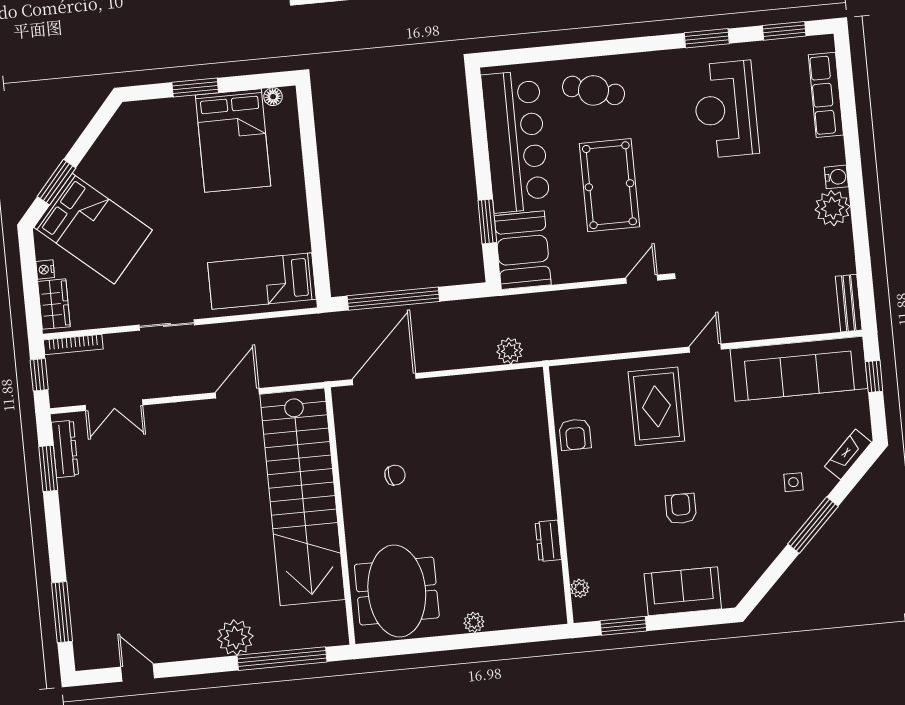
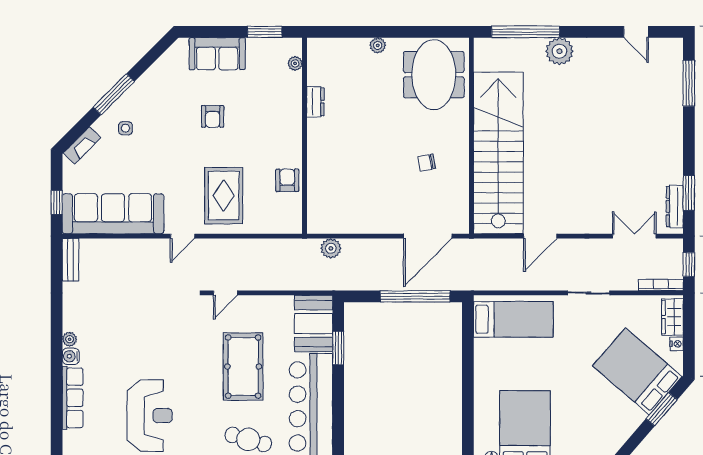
row of seats: (826, 95) -> (73, 398), moved
plant: (833, 208) -> (70, 339), width x0.53, depth x0.53

